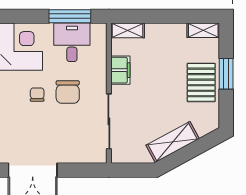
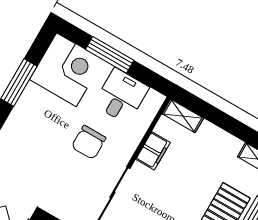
window: (70, 16) -> (110, 55), moved
chair: (37, 95) -> (57, 127), removed

